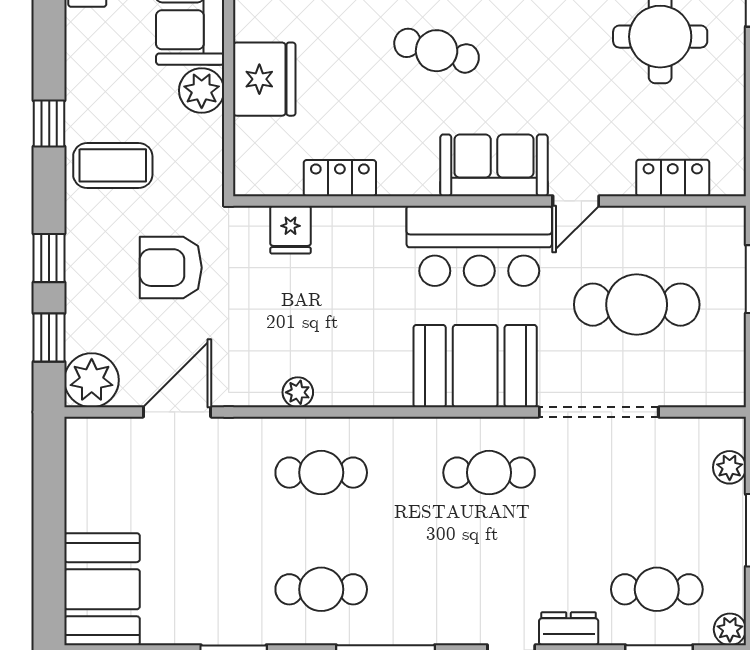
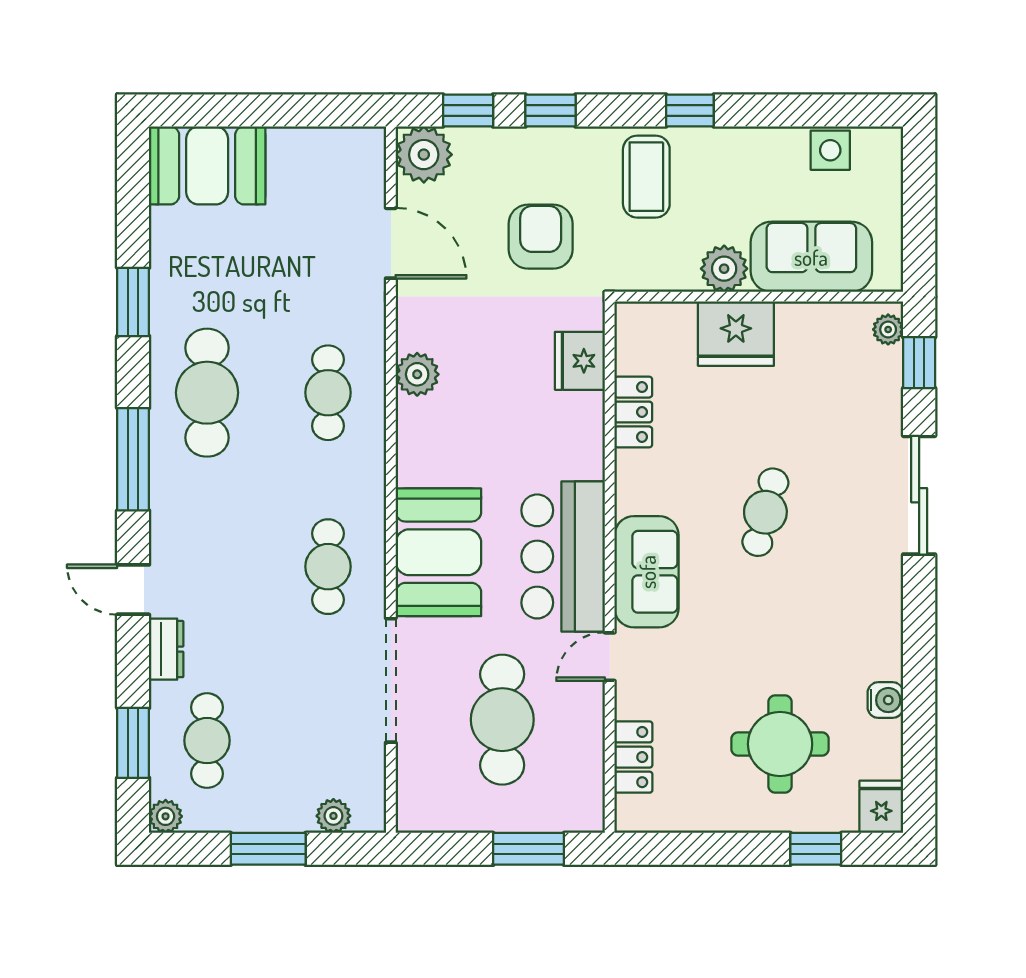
door: (576, 201) -> (610, 657), hinge flipped
fridge: (291, 230) -> (580, 361), width x1.38
plant: (298, 392) -> (417, 374), width x1.38, depth x1.38
cafe table: (321, 589) -> (207, 393), width x1.37, depth x1.35

